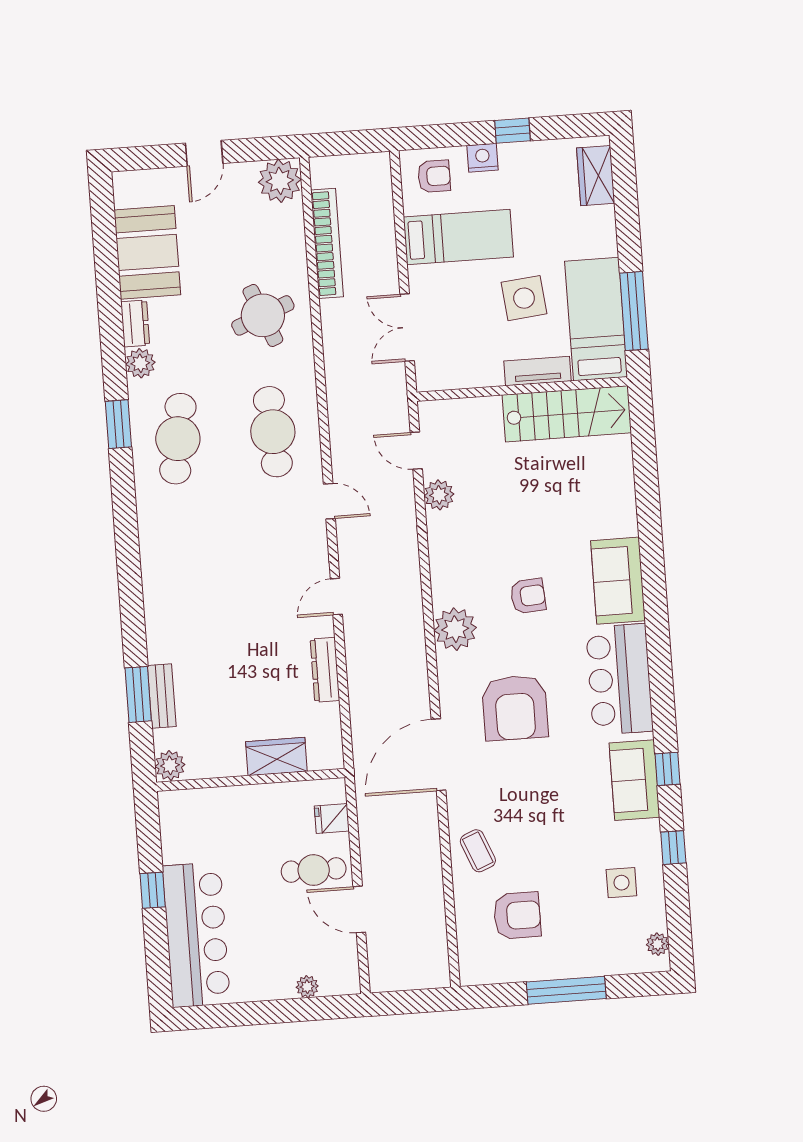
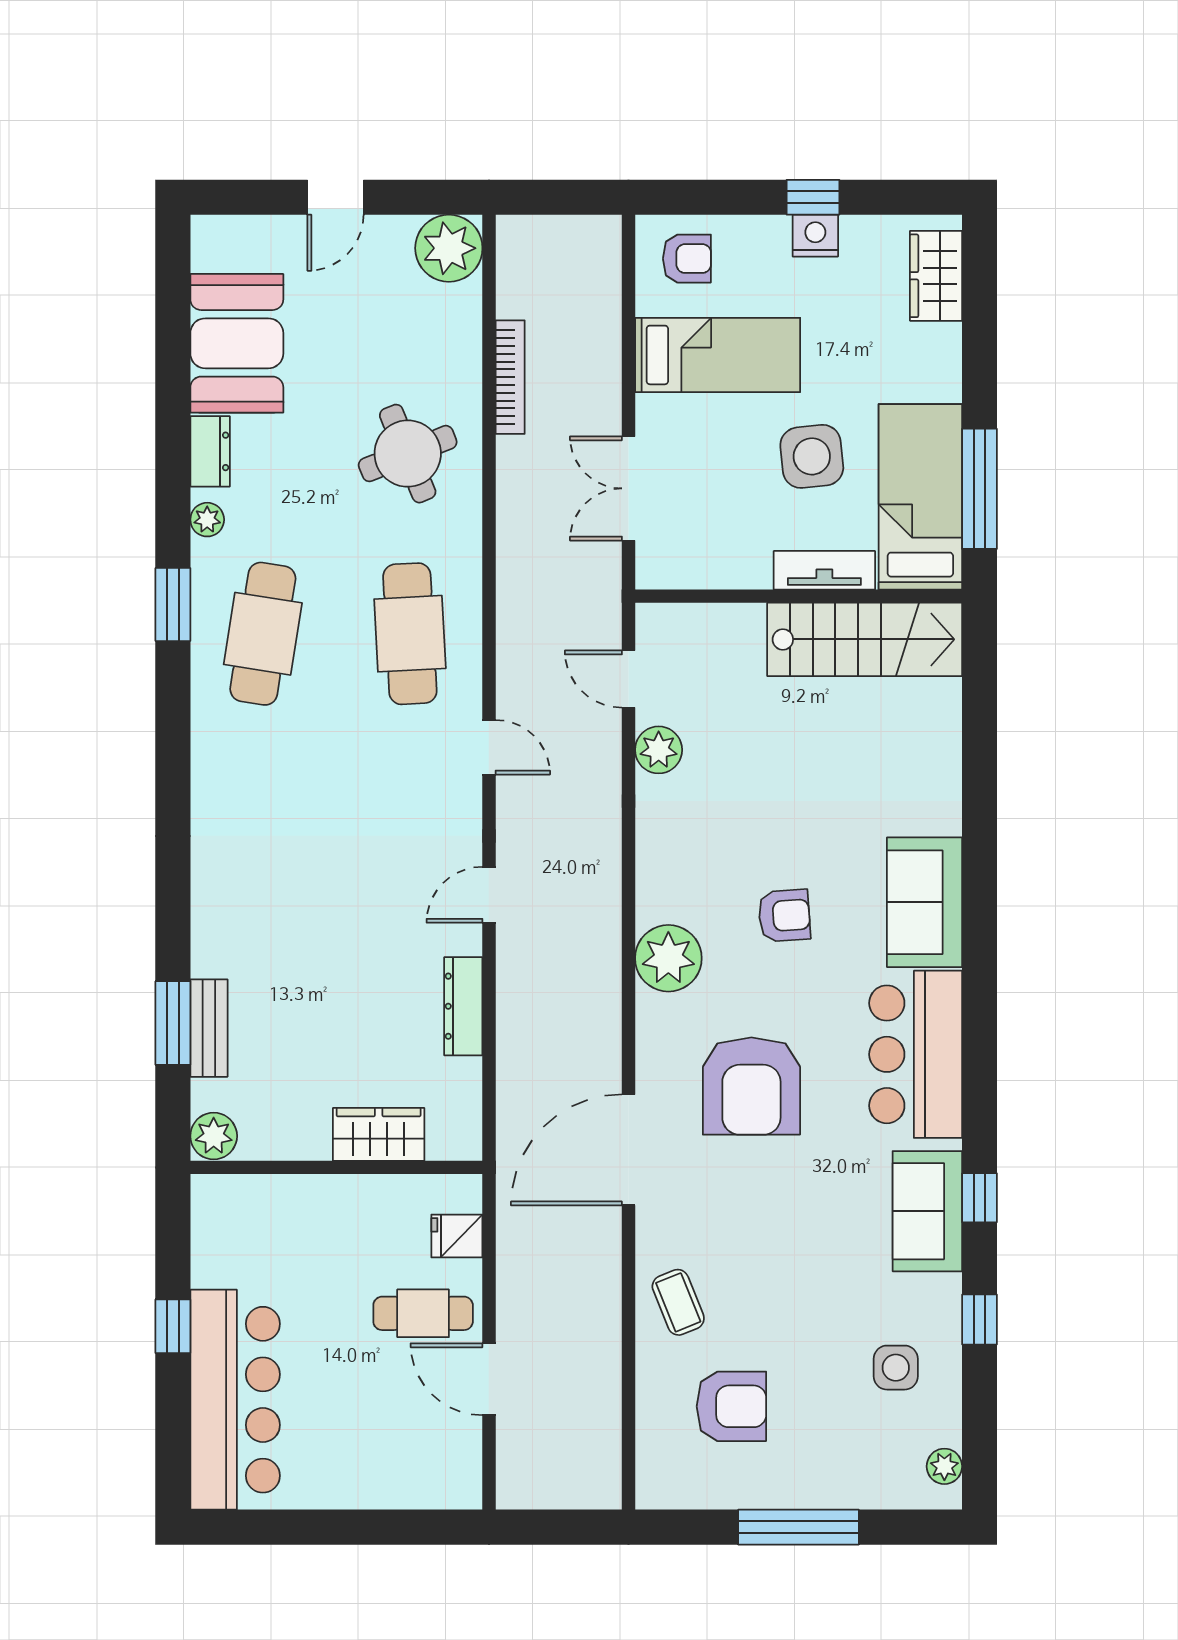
nightstand: (483, 158) -> (815, 236), moved
bookcase: (327, 243) -> (510, 377), width x0.68, depth x0.76
plant: (140, 363) -> (207, 520), width x0.73, depth x0.73
plant: (307, 987) -> (400, 1492), removed

